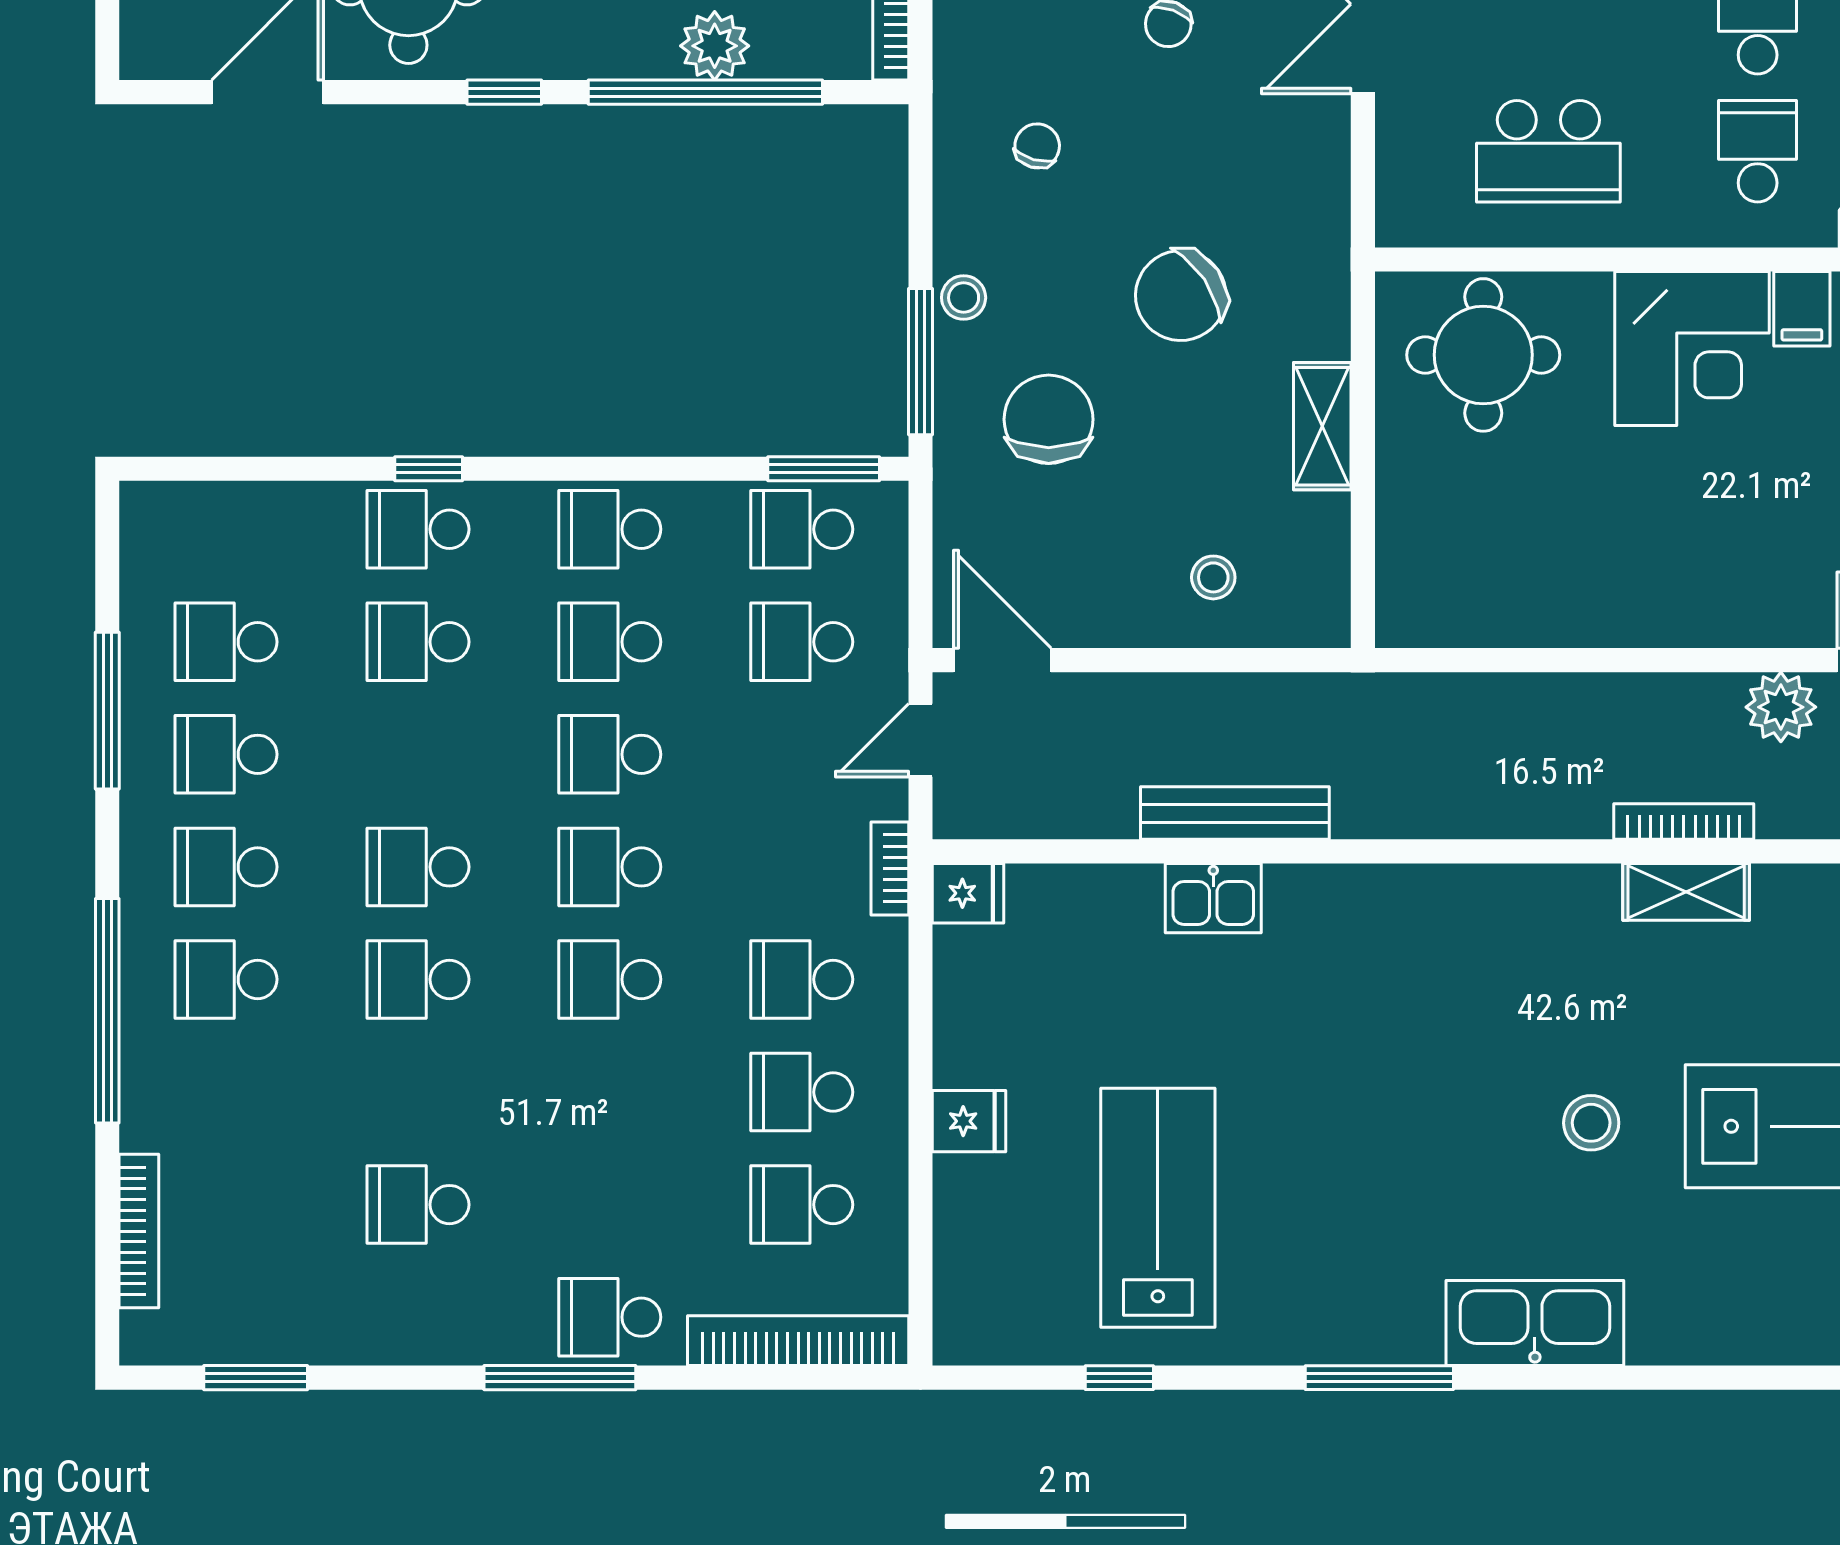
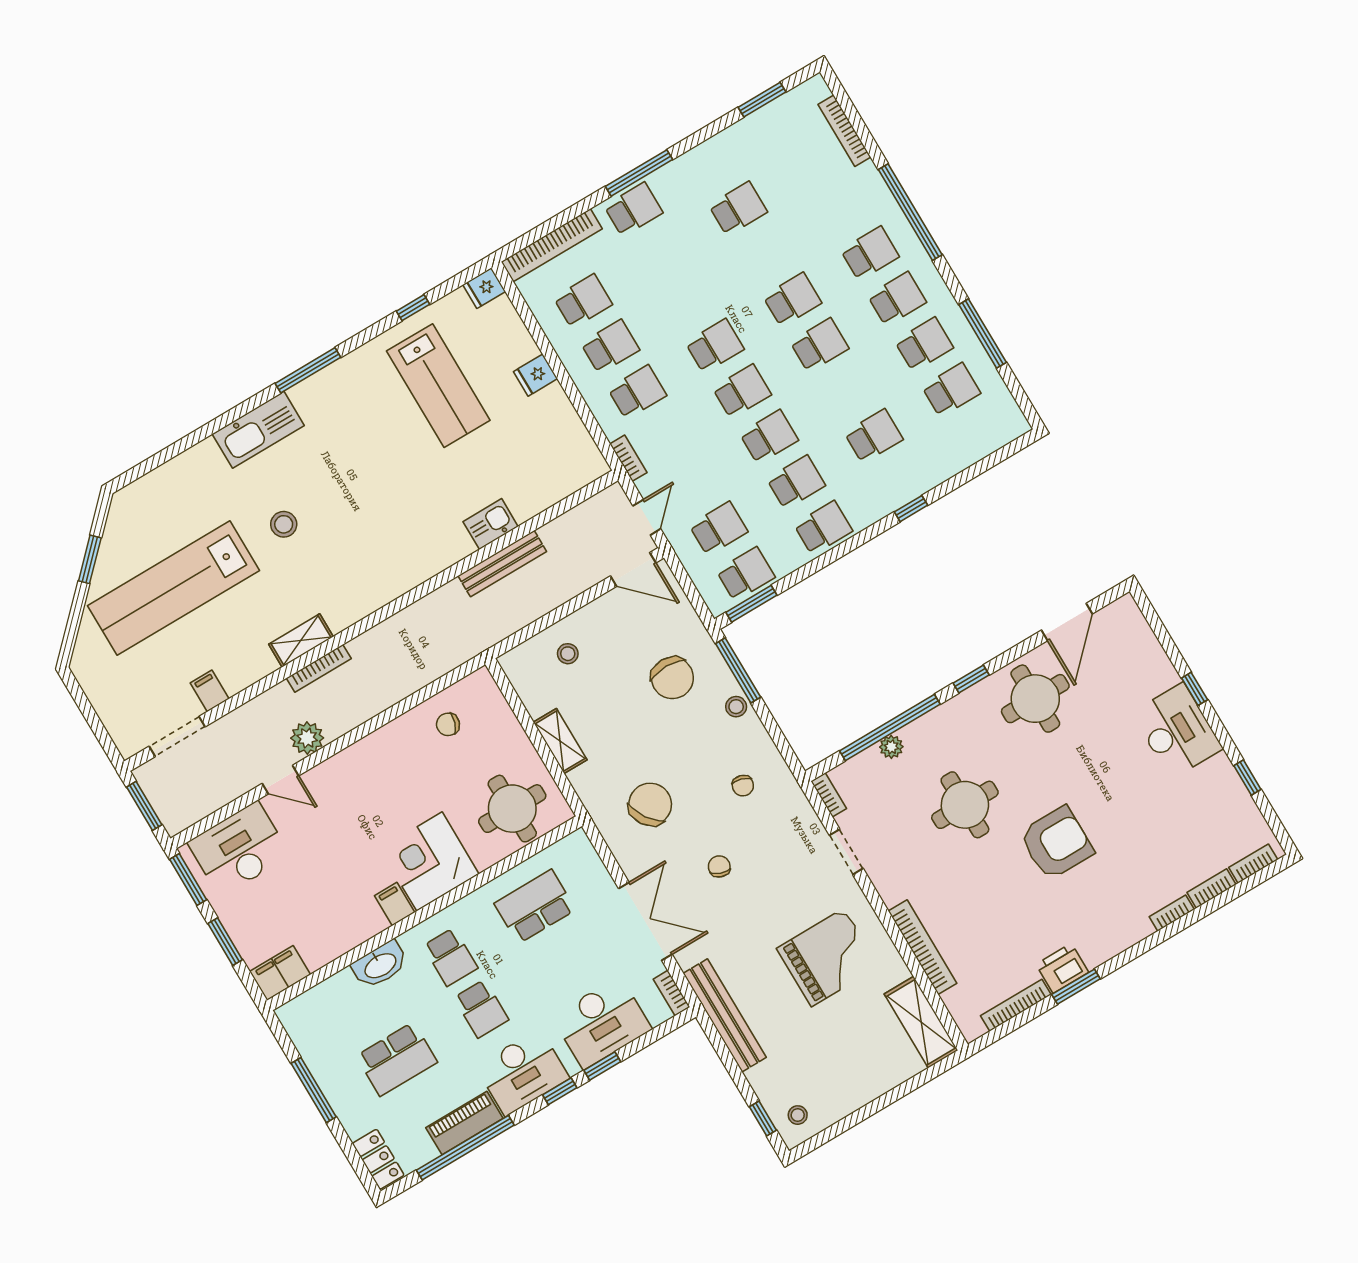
plant: (715, 46) -> (891, 747), width x0.73, depth x0.73
chair: (1181, 296) -> (650, 804), moved
school desk: (418, 529) -> (901, 482), removed
chair: (1509, 579) -> (448, 724), added
fridge: (968, 893) -> (484, 288), moved

